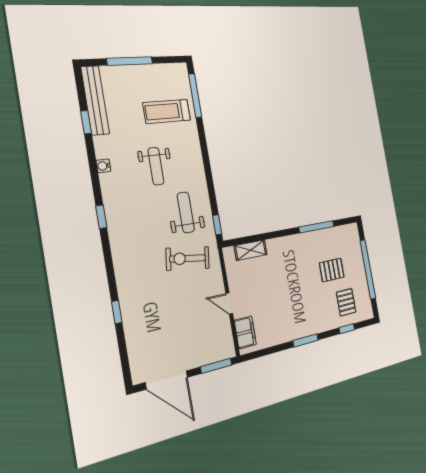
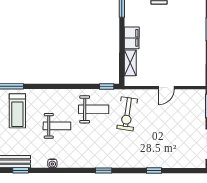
weight bench: (186, 212) -> (94, 109), turned 180
window: (101, 217) -> (104, 170), moved
filing cabinet: (245, 332) -> (132, 38), moved, turned 90

